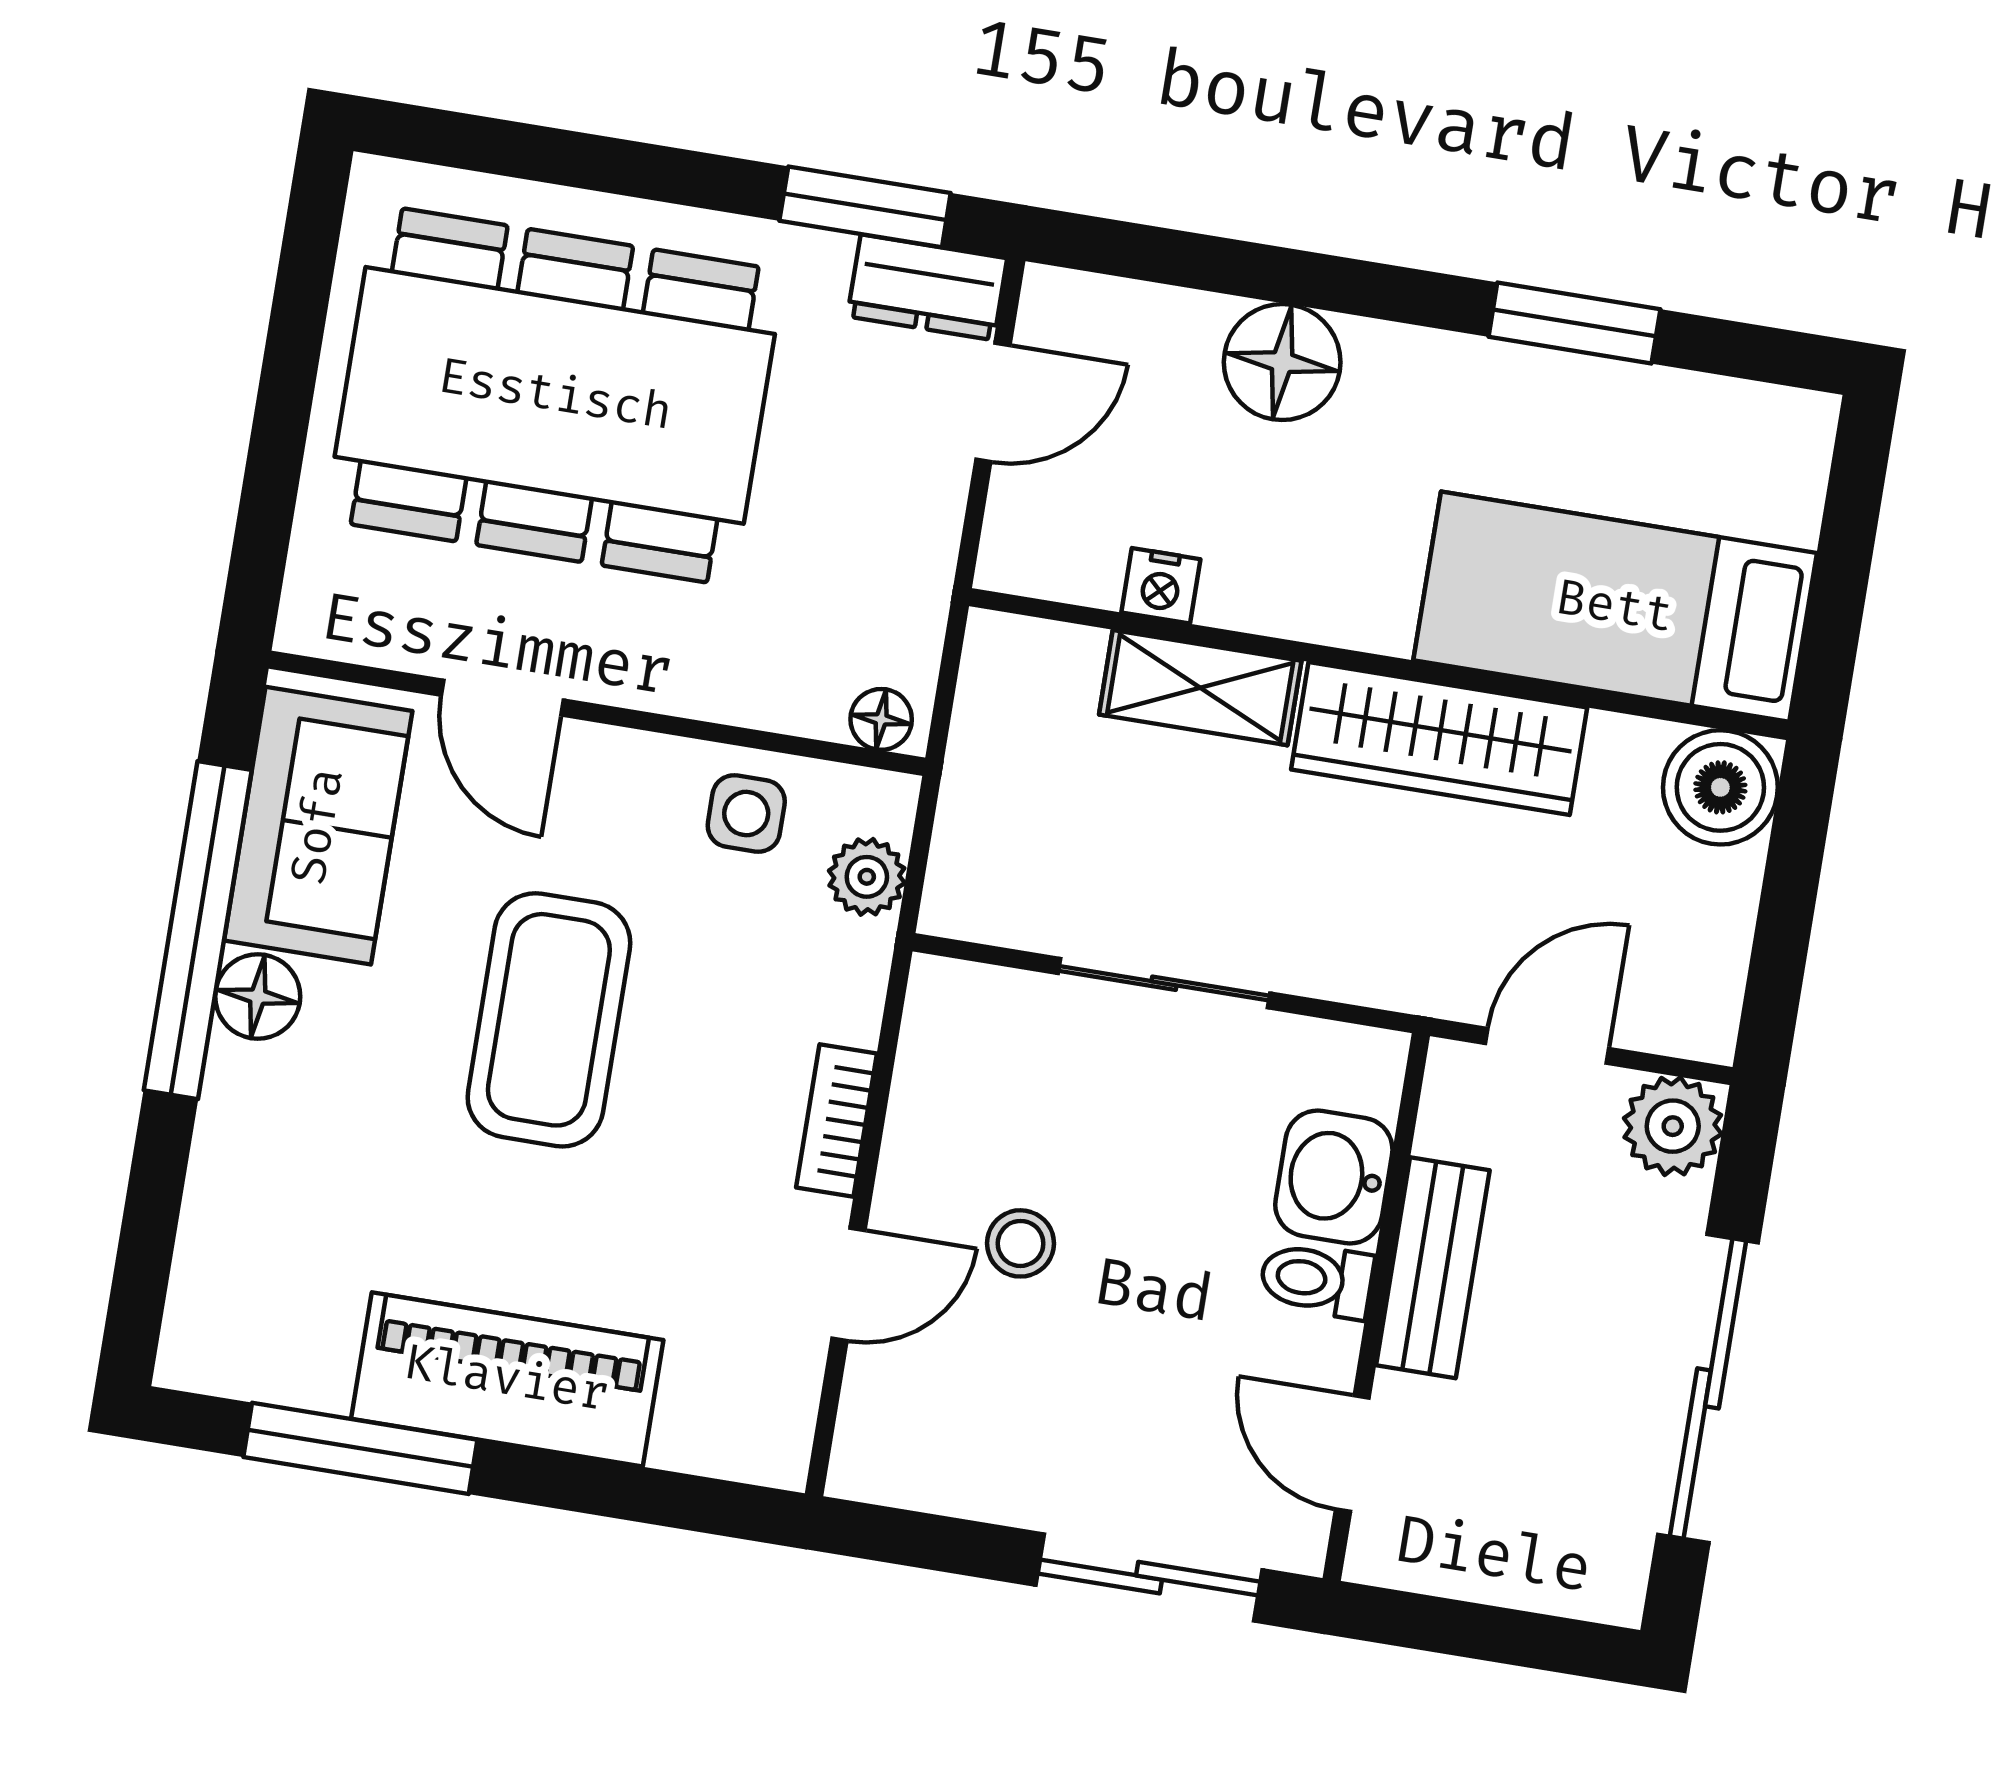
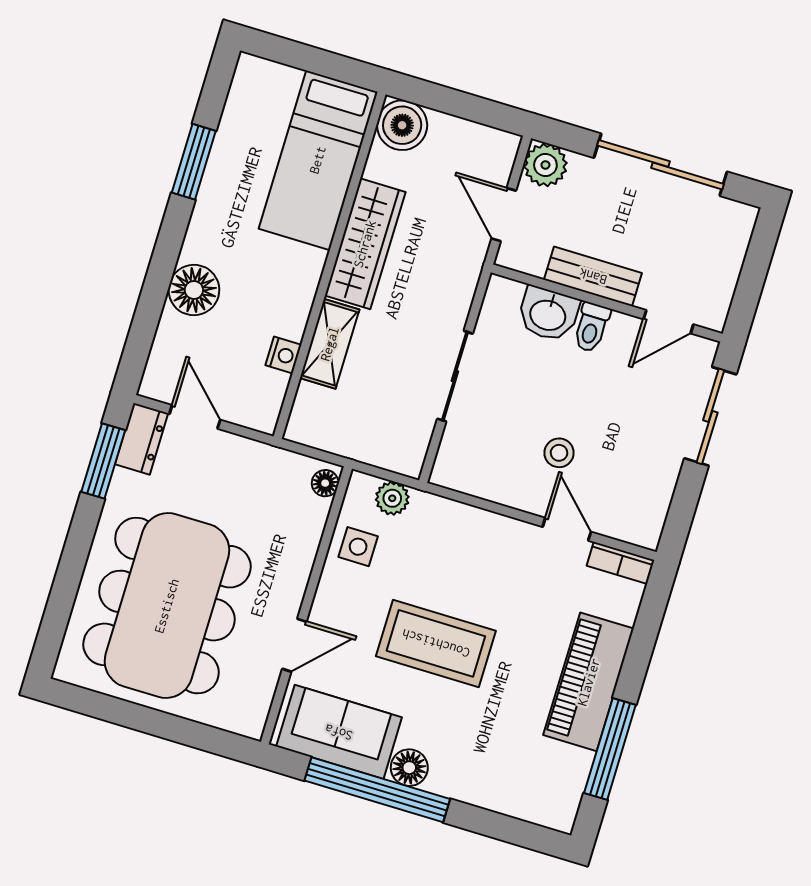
bookcase: (837, 1121) -> (621, 563), moved

